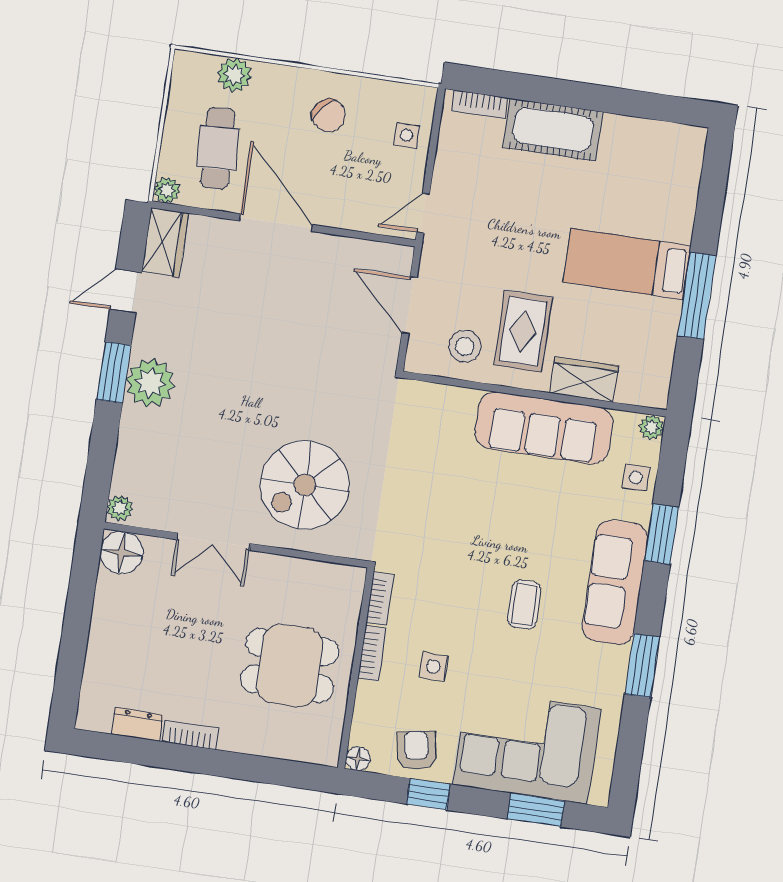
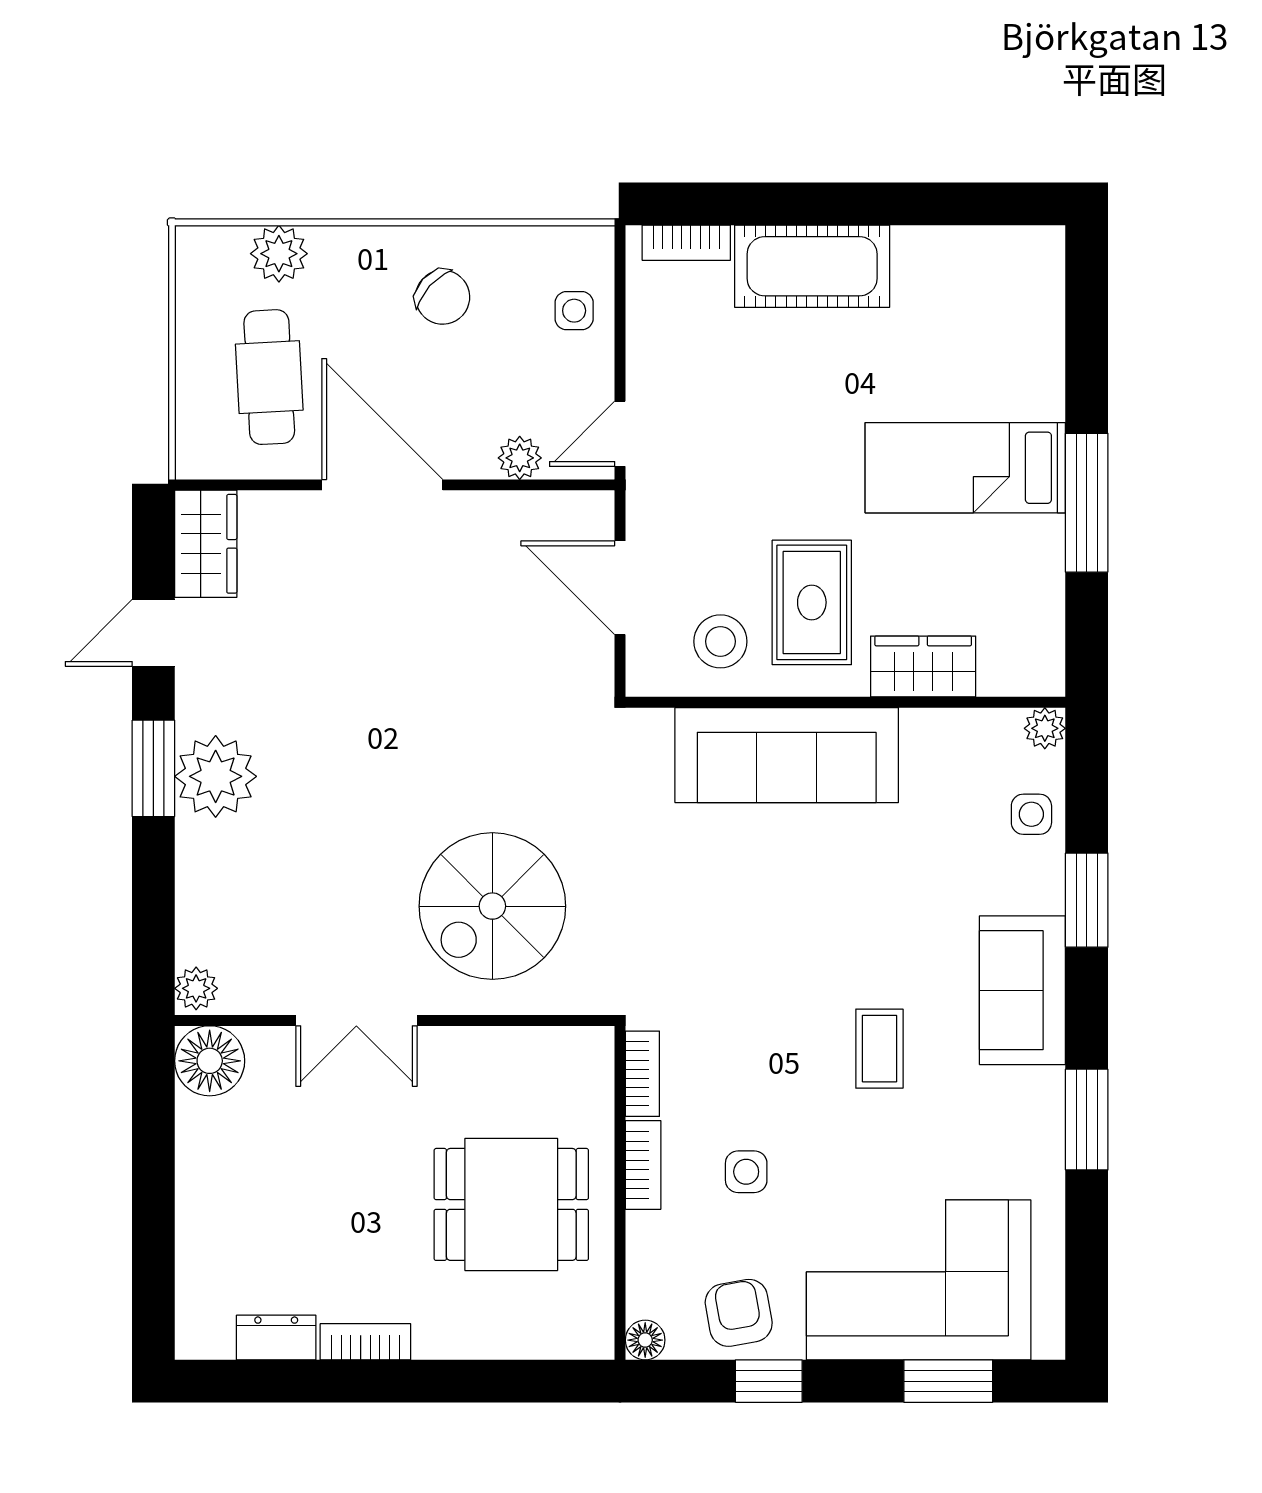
plant: (167, 190) -> (520, 458), moved
sofa: (544, 428) -> (787, 755), moved
sofa: (615, 582) -> (1022, 990), width x0.73

